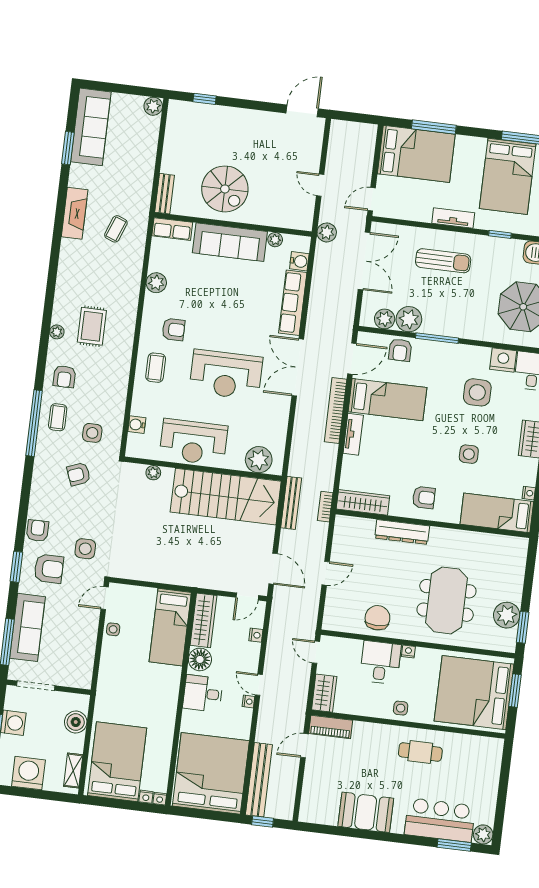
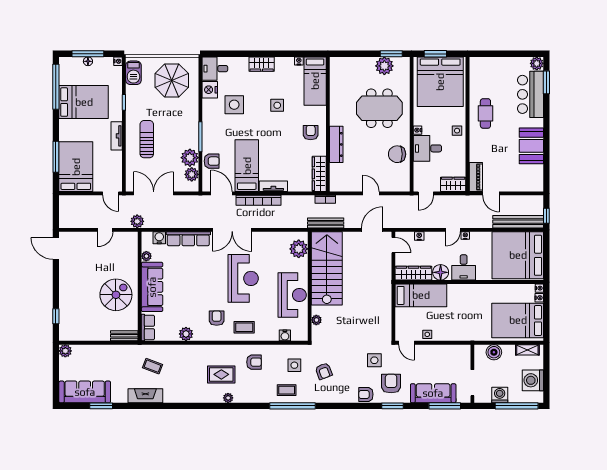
armchair: (64, 377) -> (254, 362), moved

